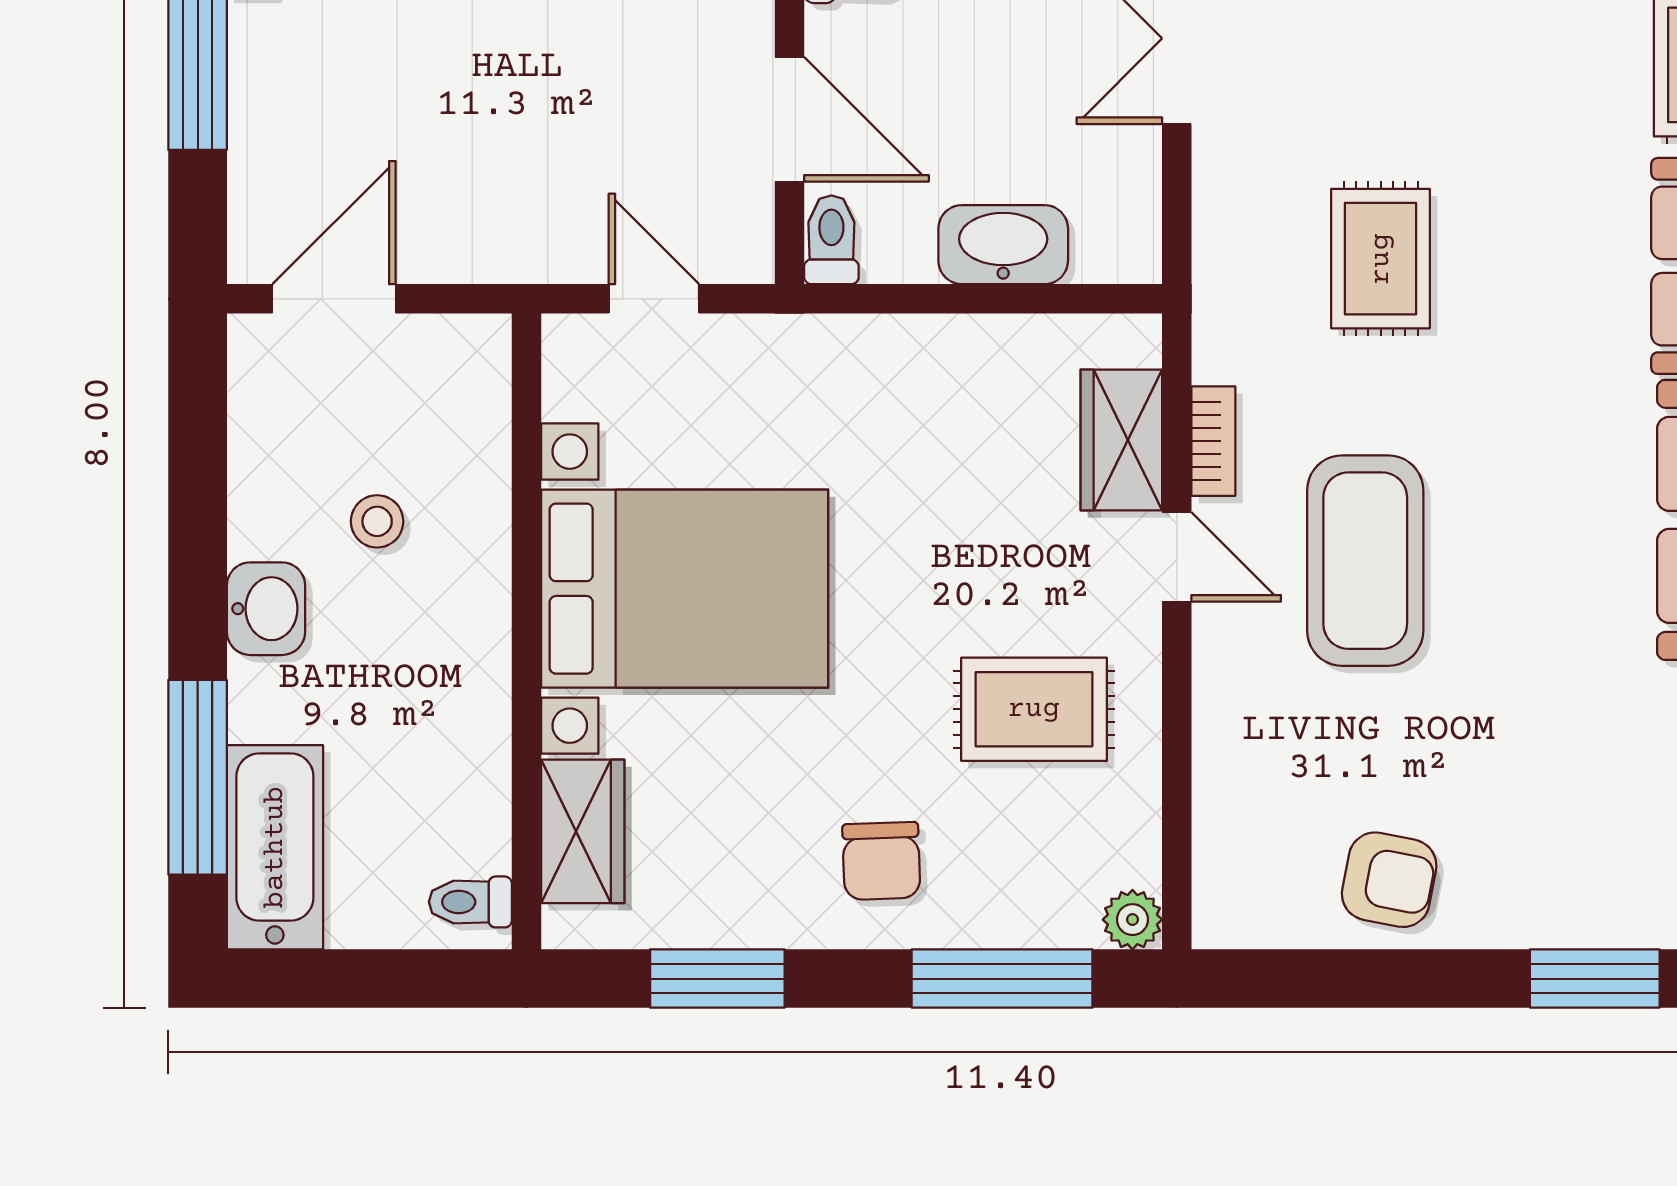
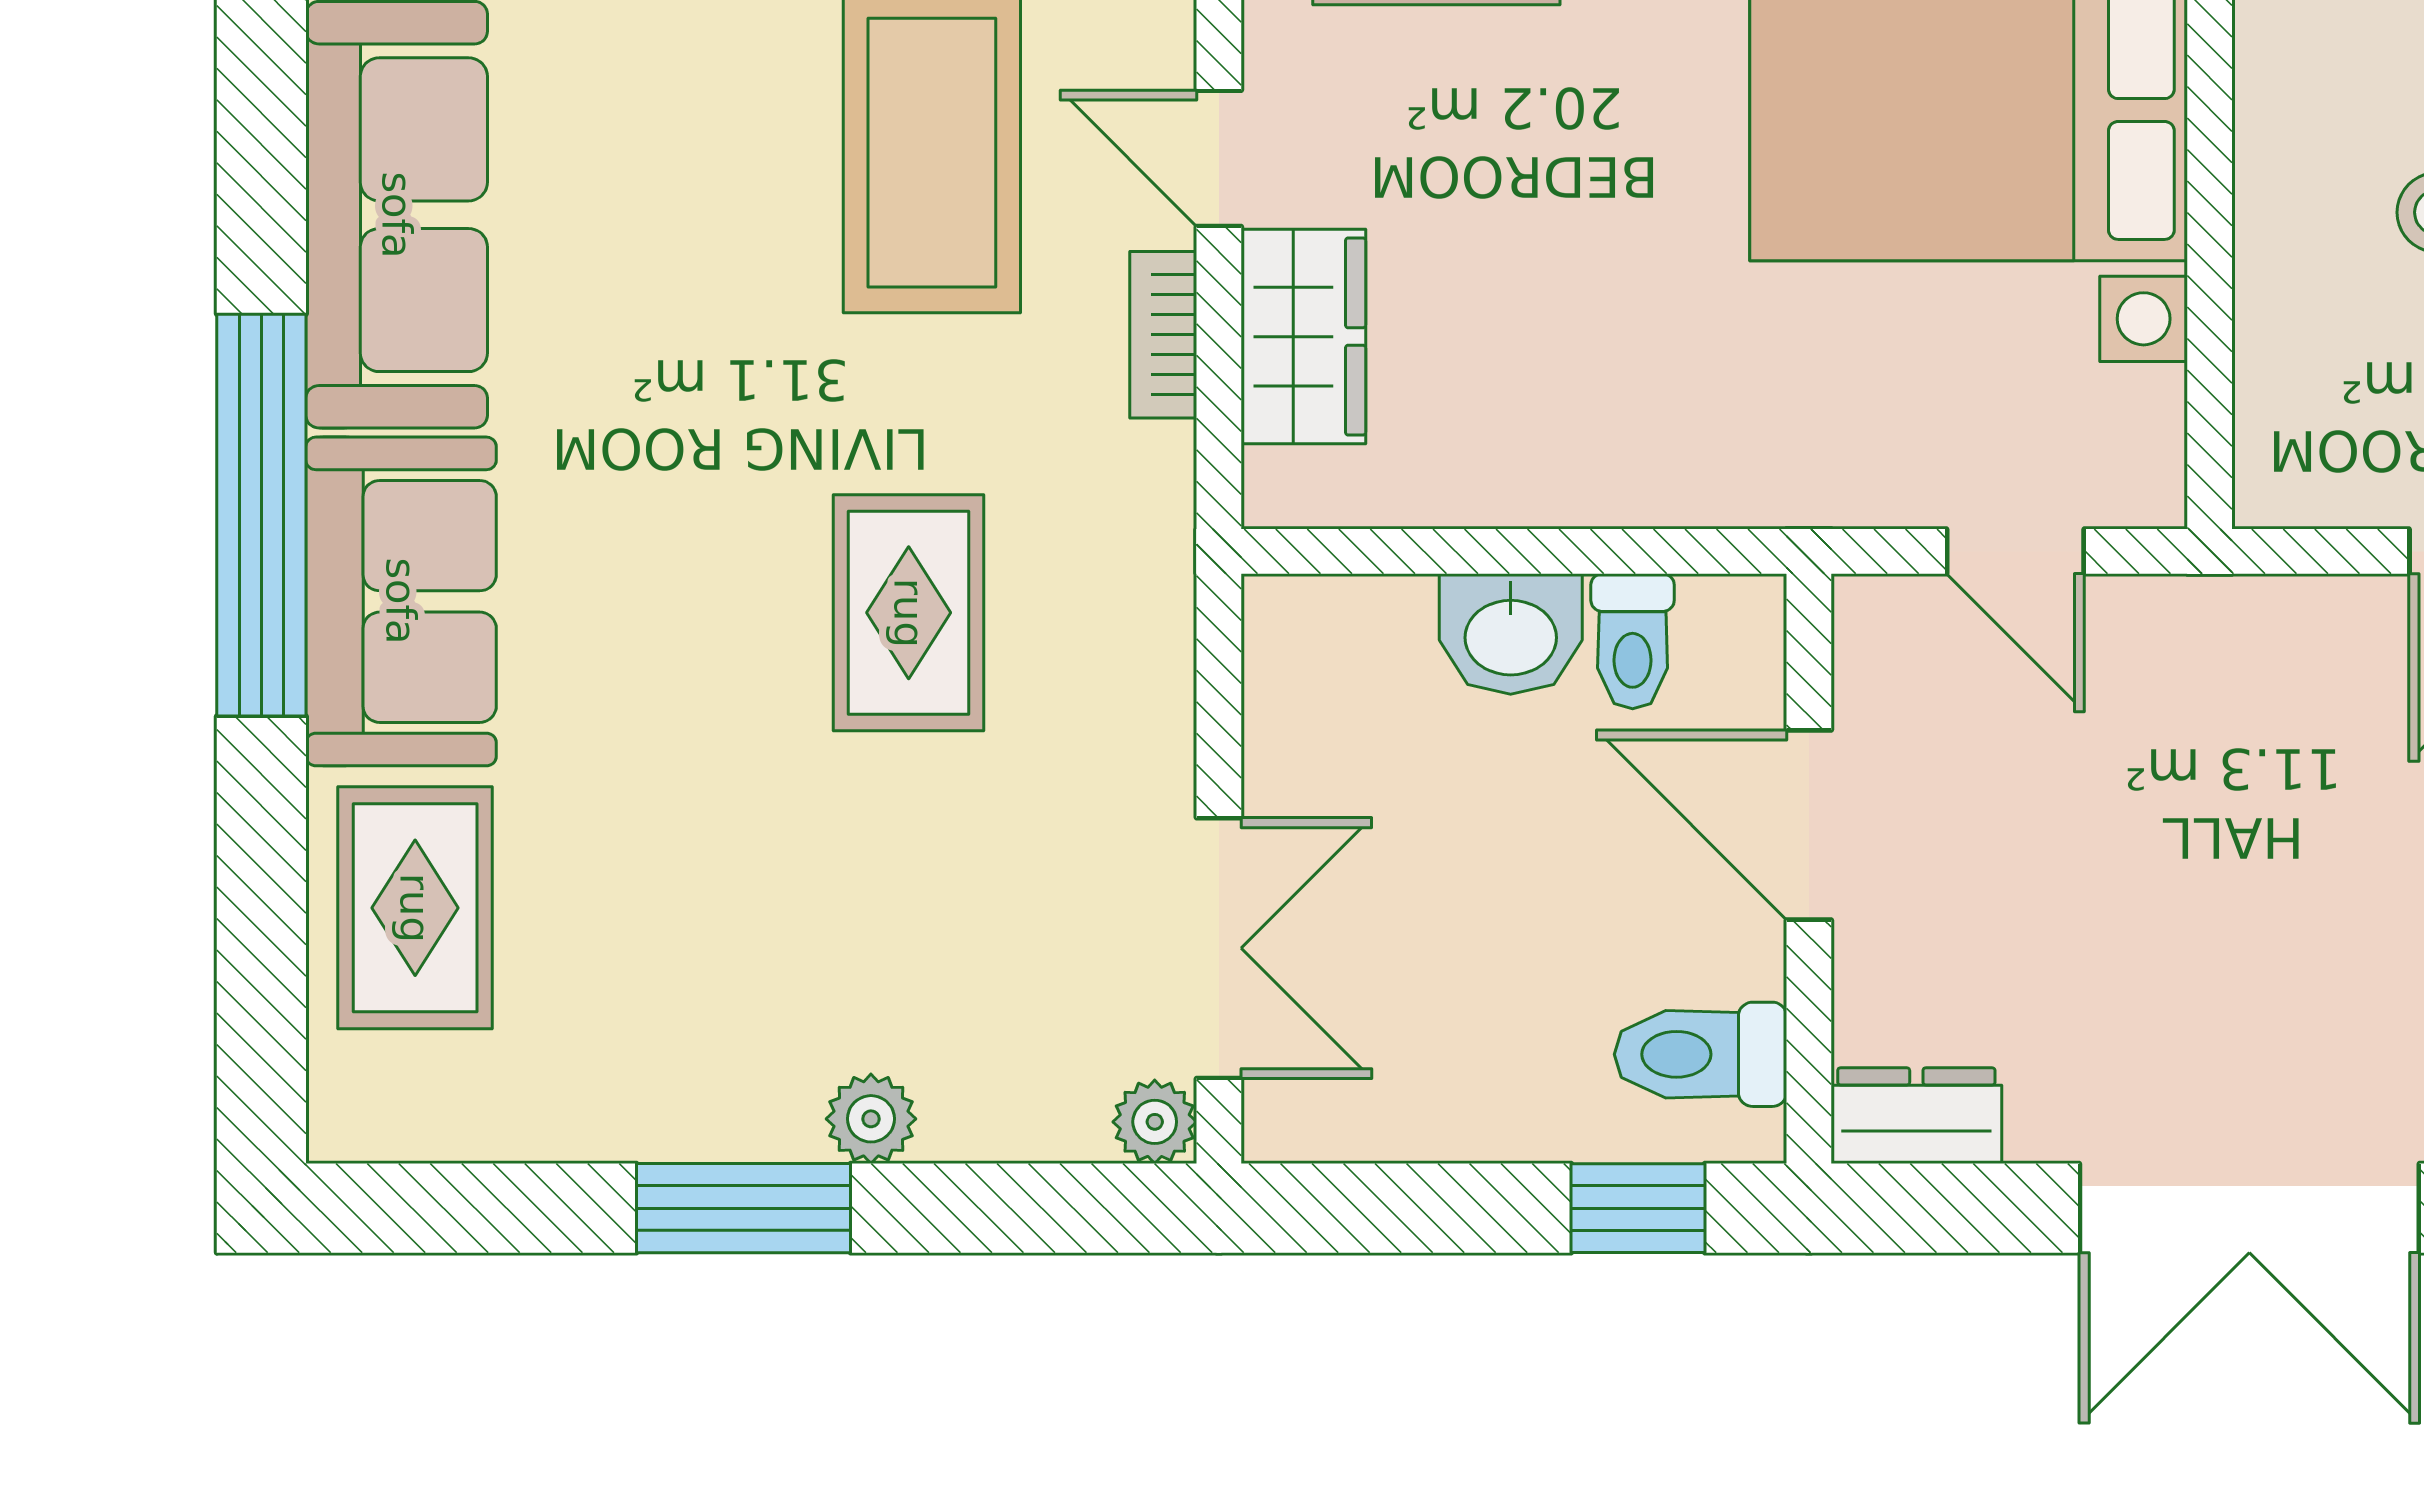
toilet: (831, 240) -> (1633, 641), moved
washbasin: (1003, 245) -> (1511, 634), width x0.72

